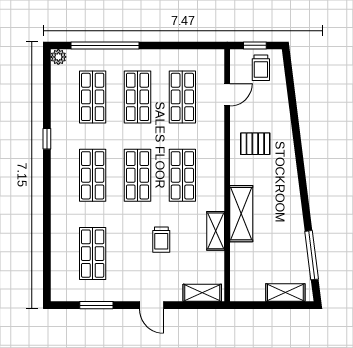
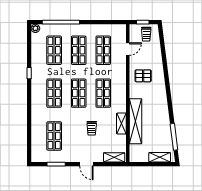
shelving: (241, 214) -> (135, 121), width x1.47

